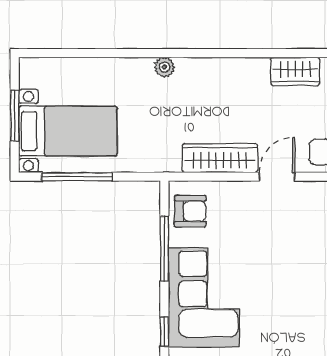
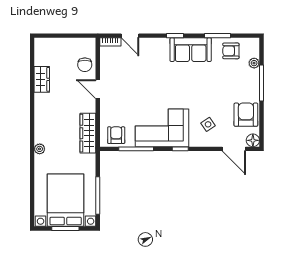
bed with nightstands: (68, 131) -> (66, 200), width x1.36
wardrobe: (220, 158) -> (88, 133), moved

